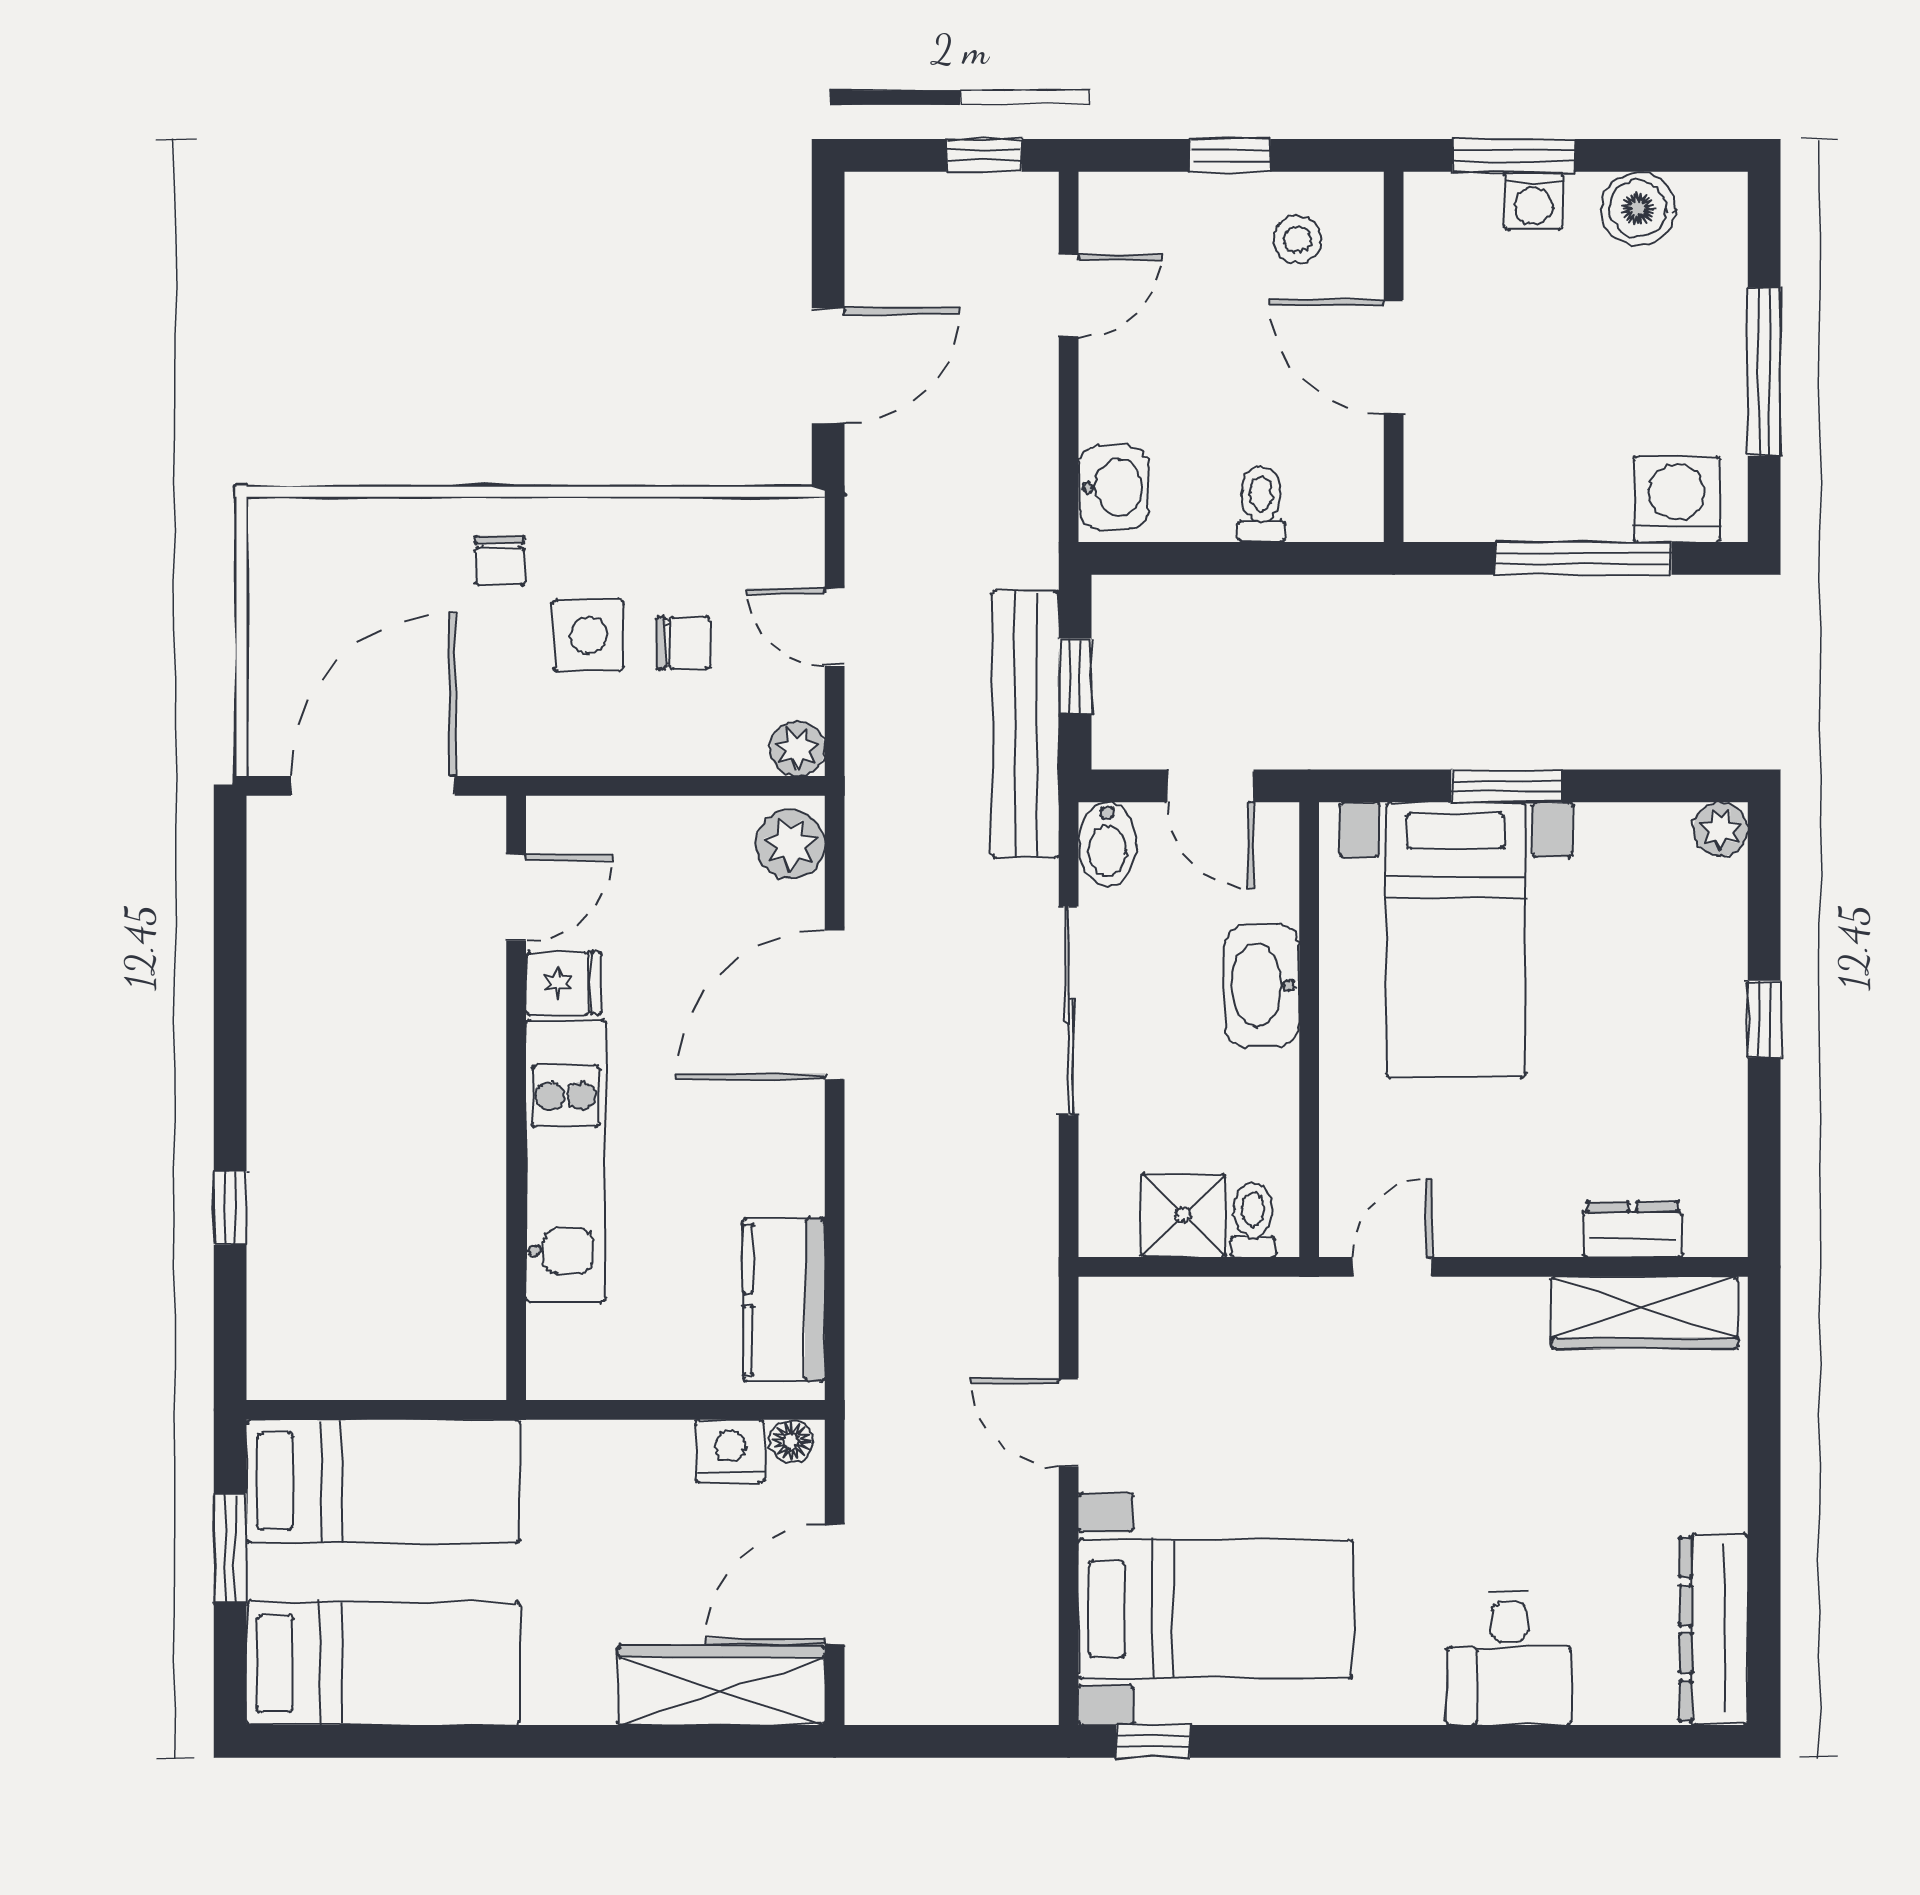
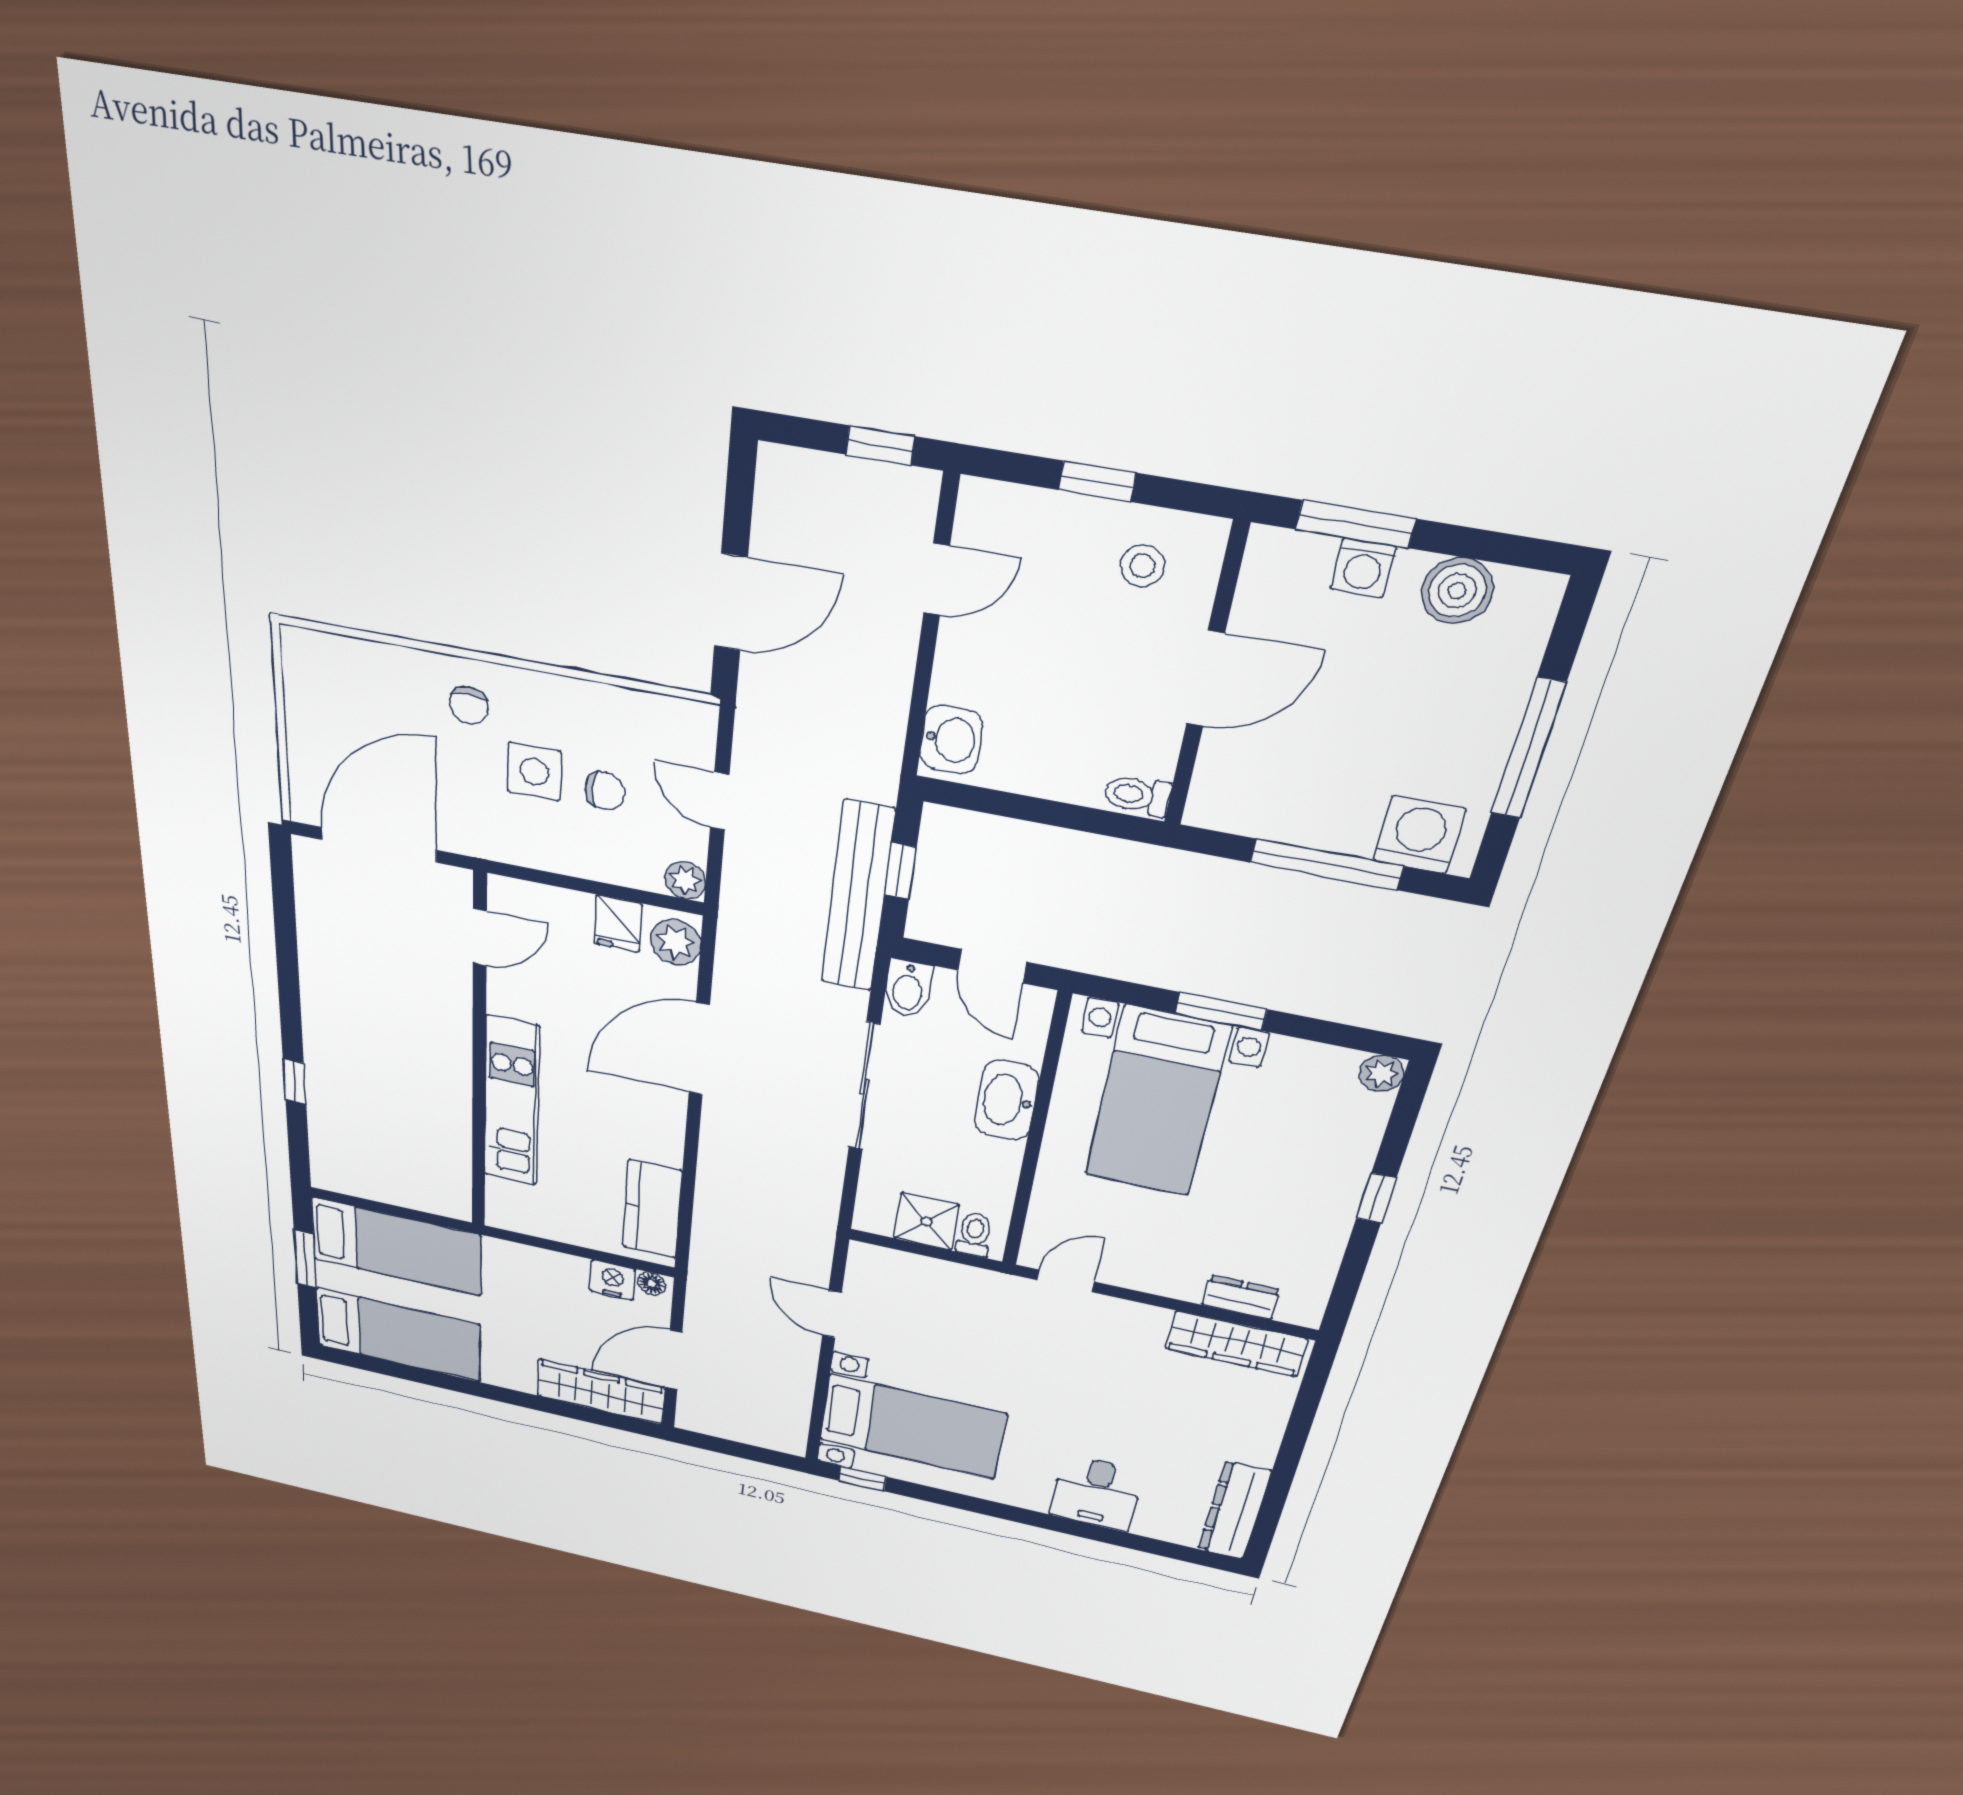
door: (1394, 357) -> (1205, 679), swing flipped
toilet: (1261, 504) -> (1137, 795), moved, turned -90
fridge: (564, 983) -> (618, 924), moved, turned 90

